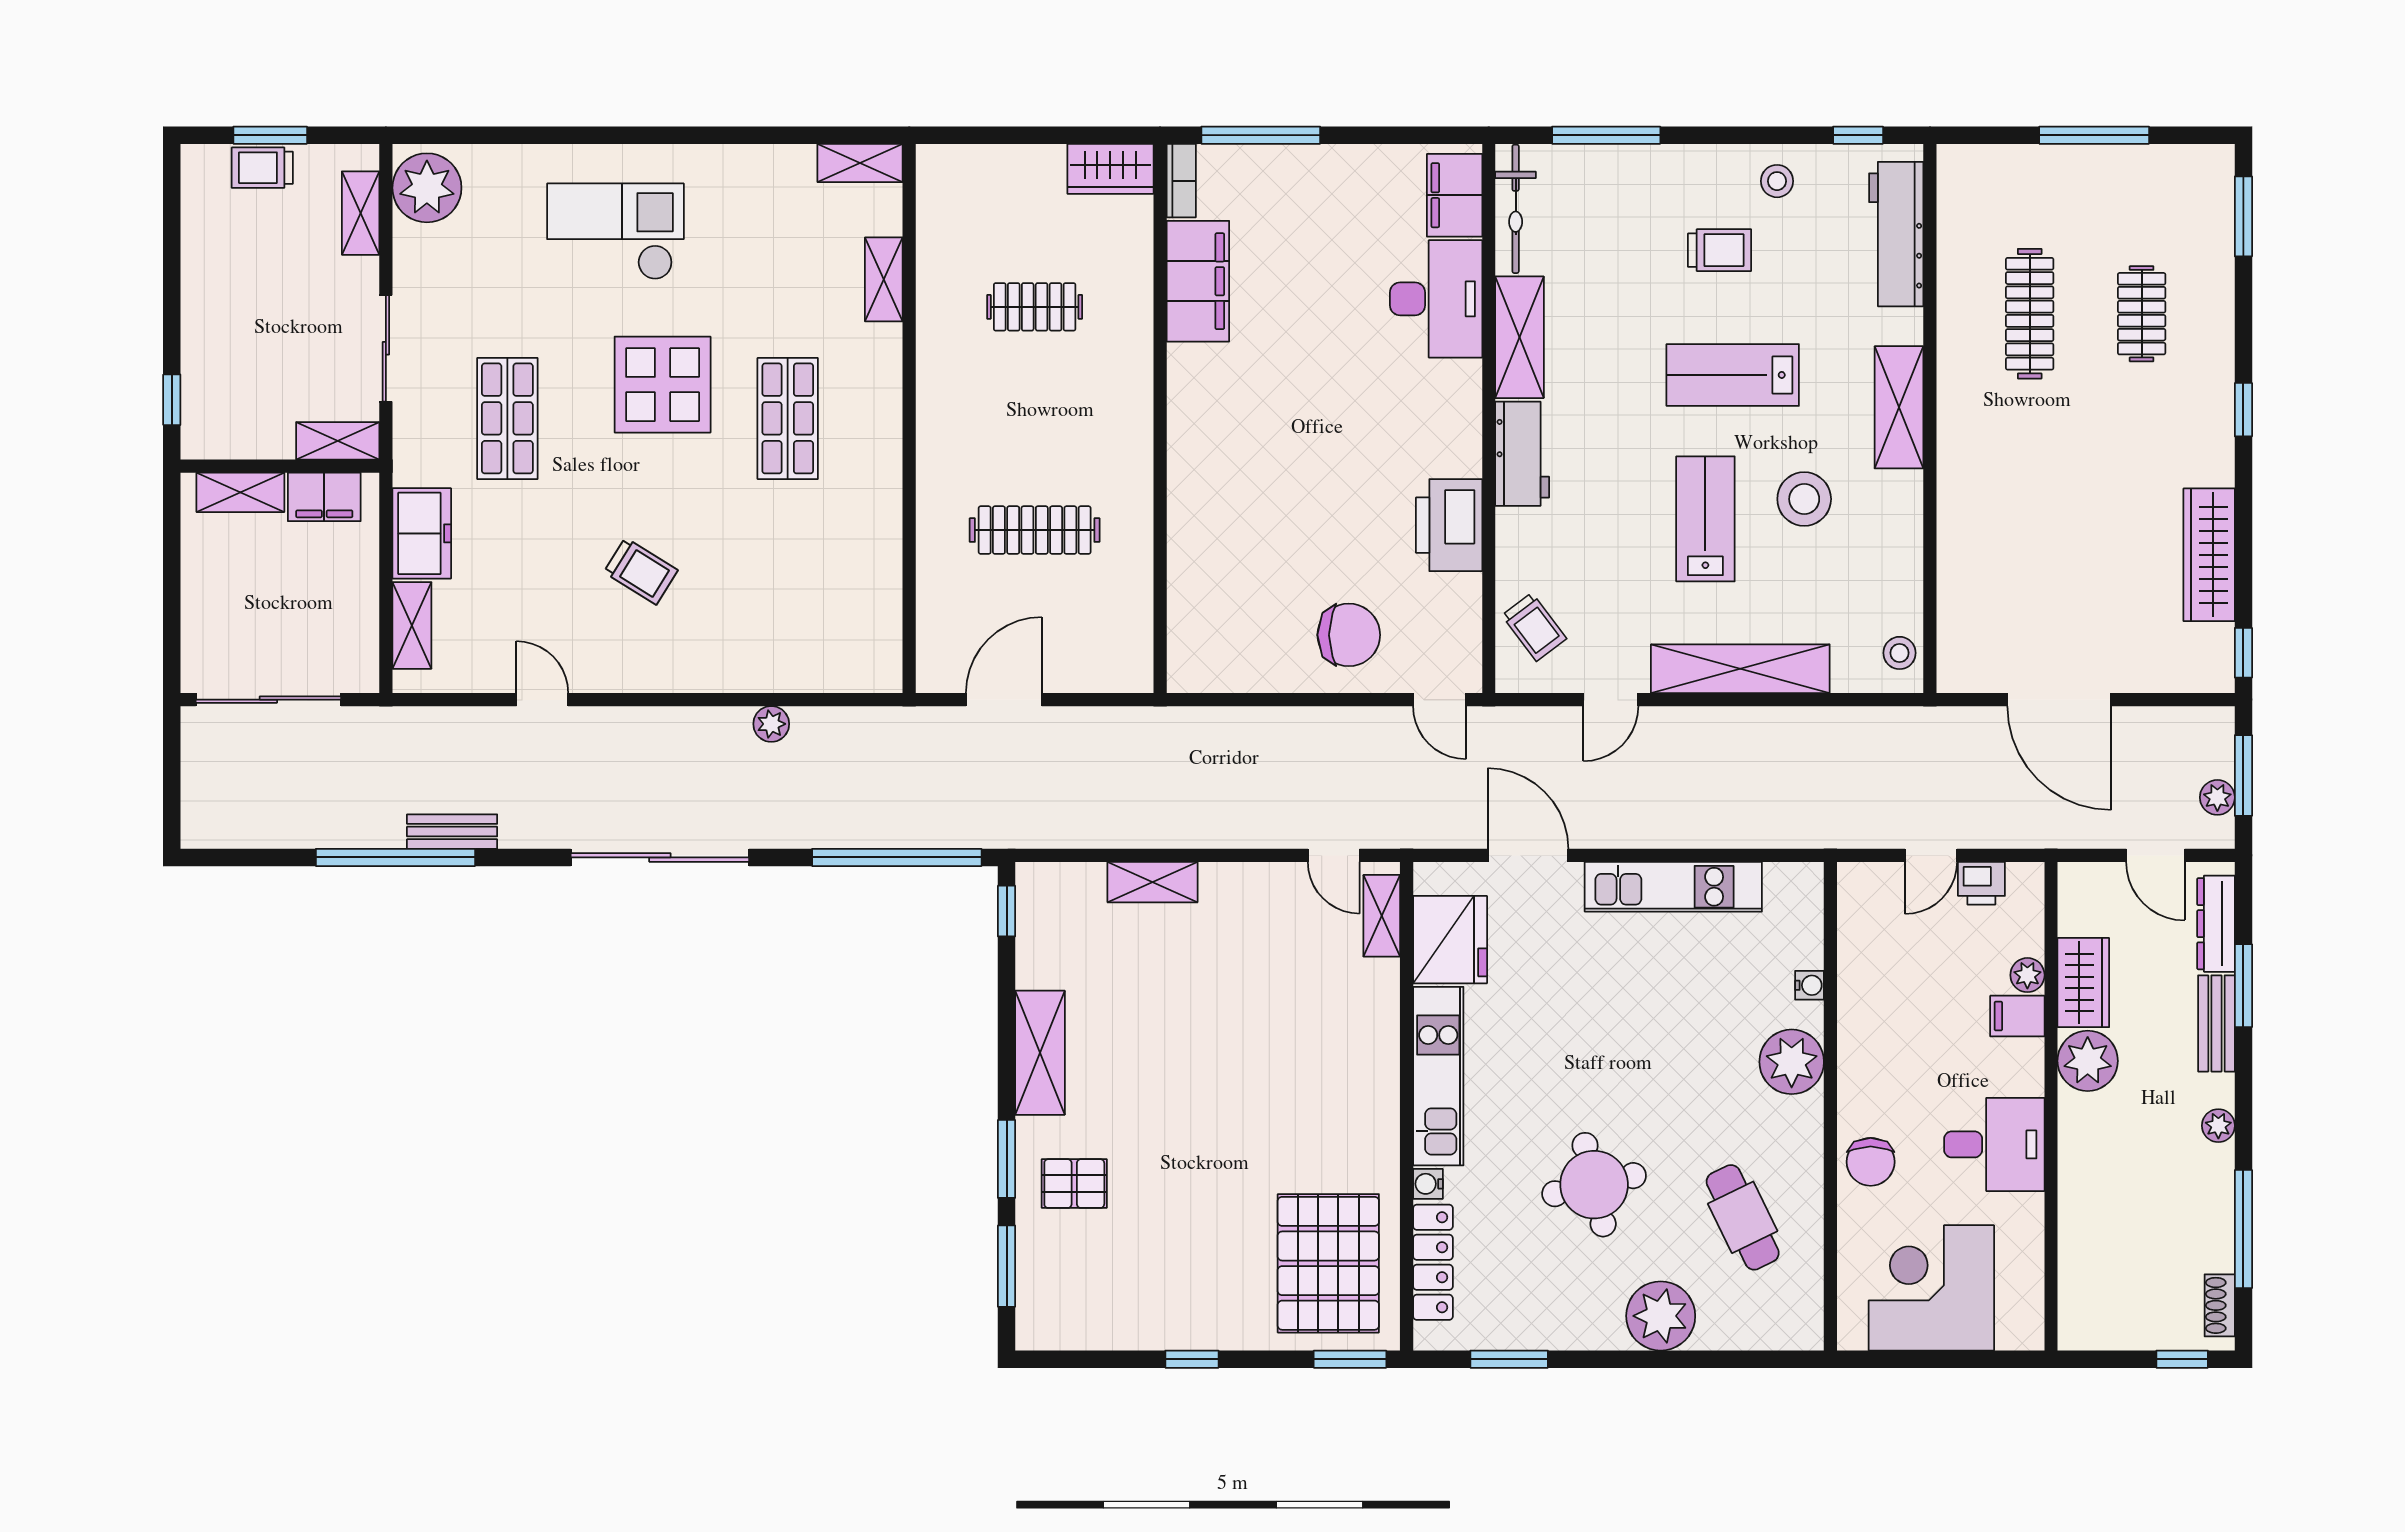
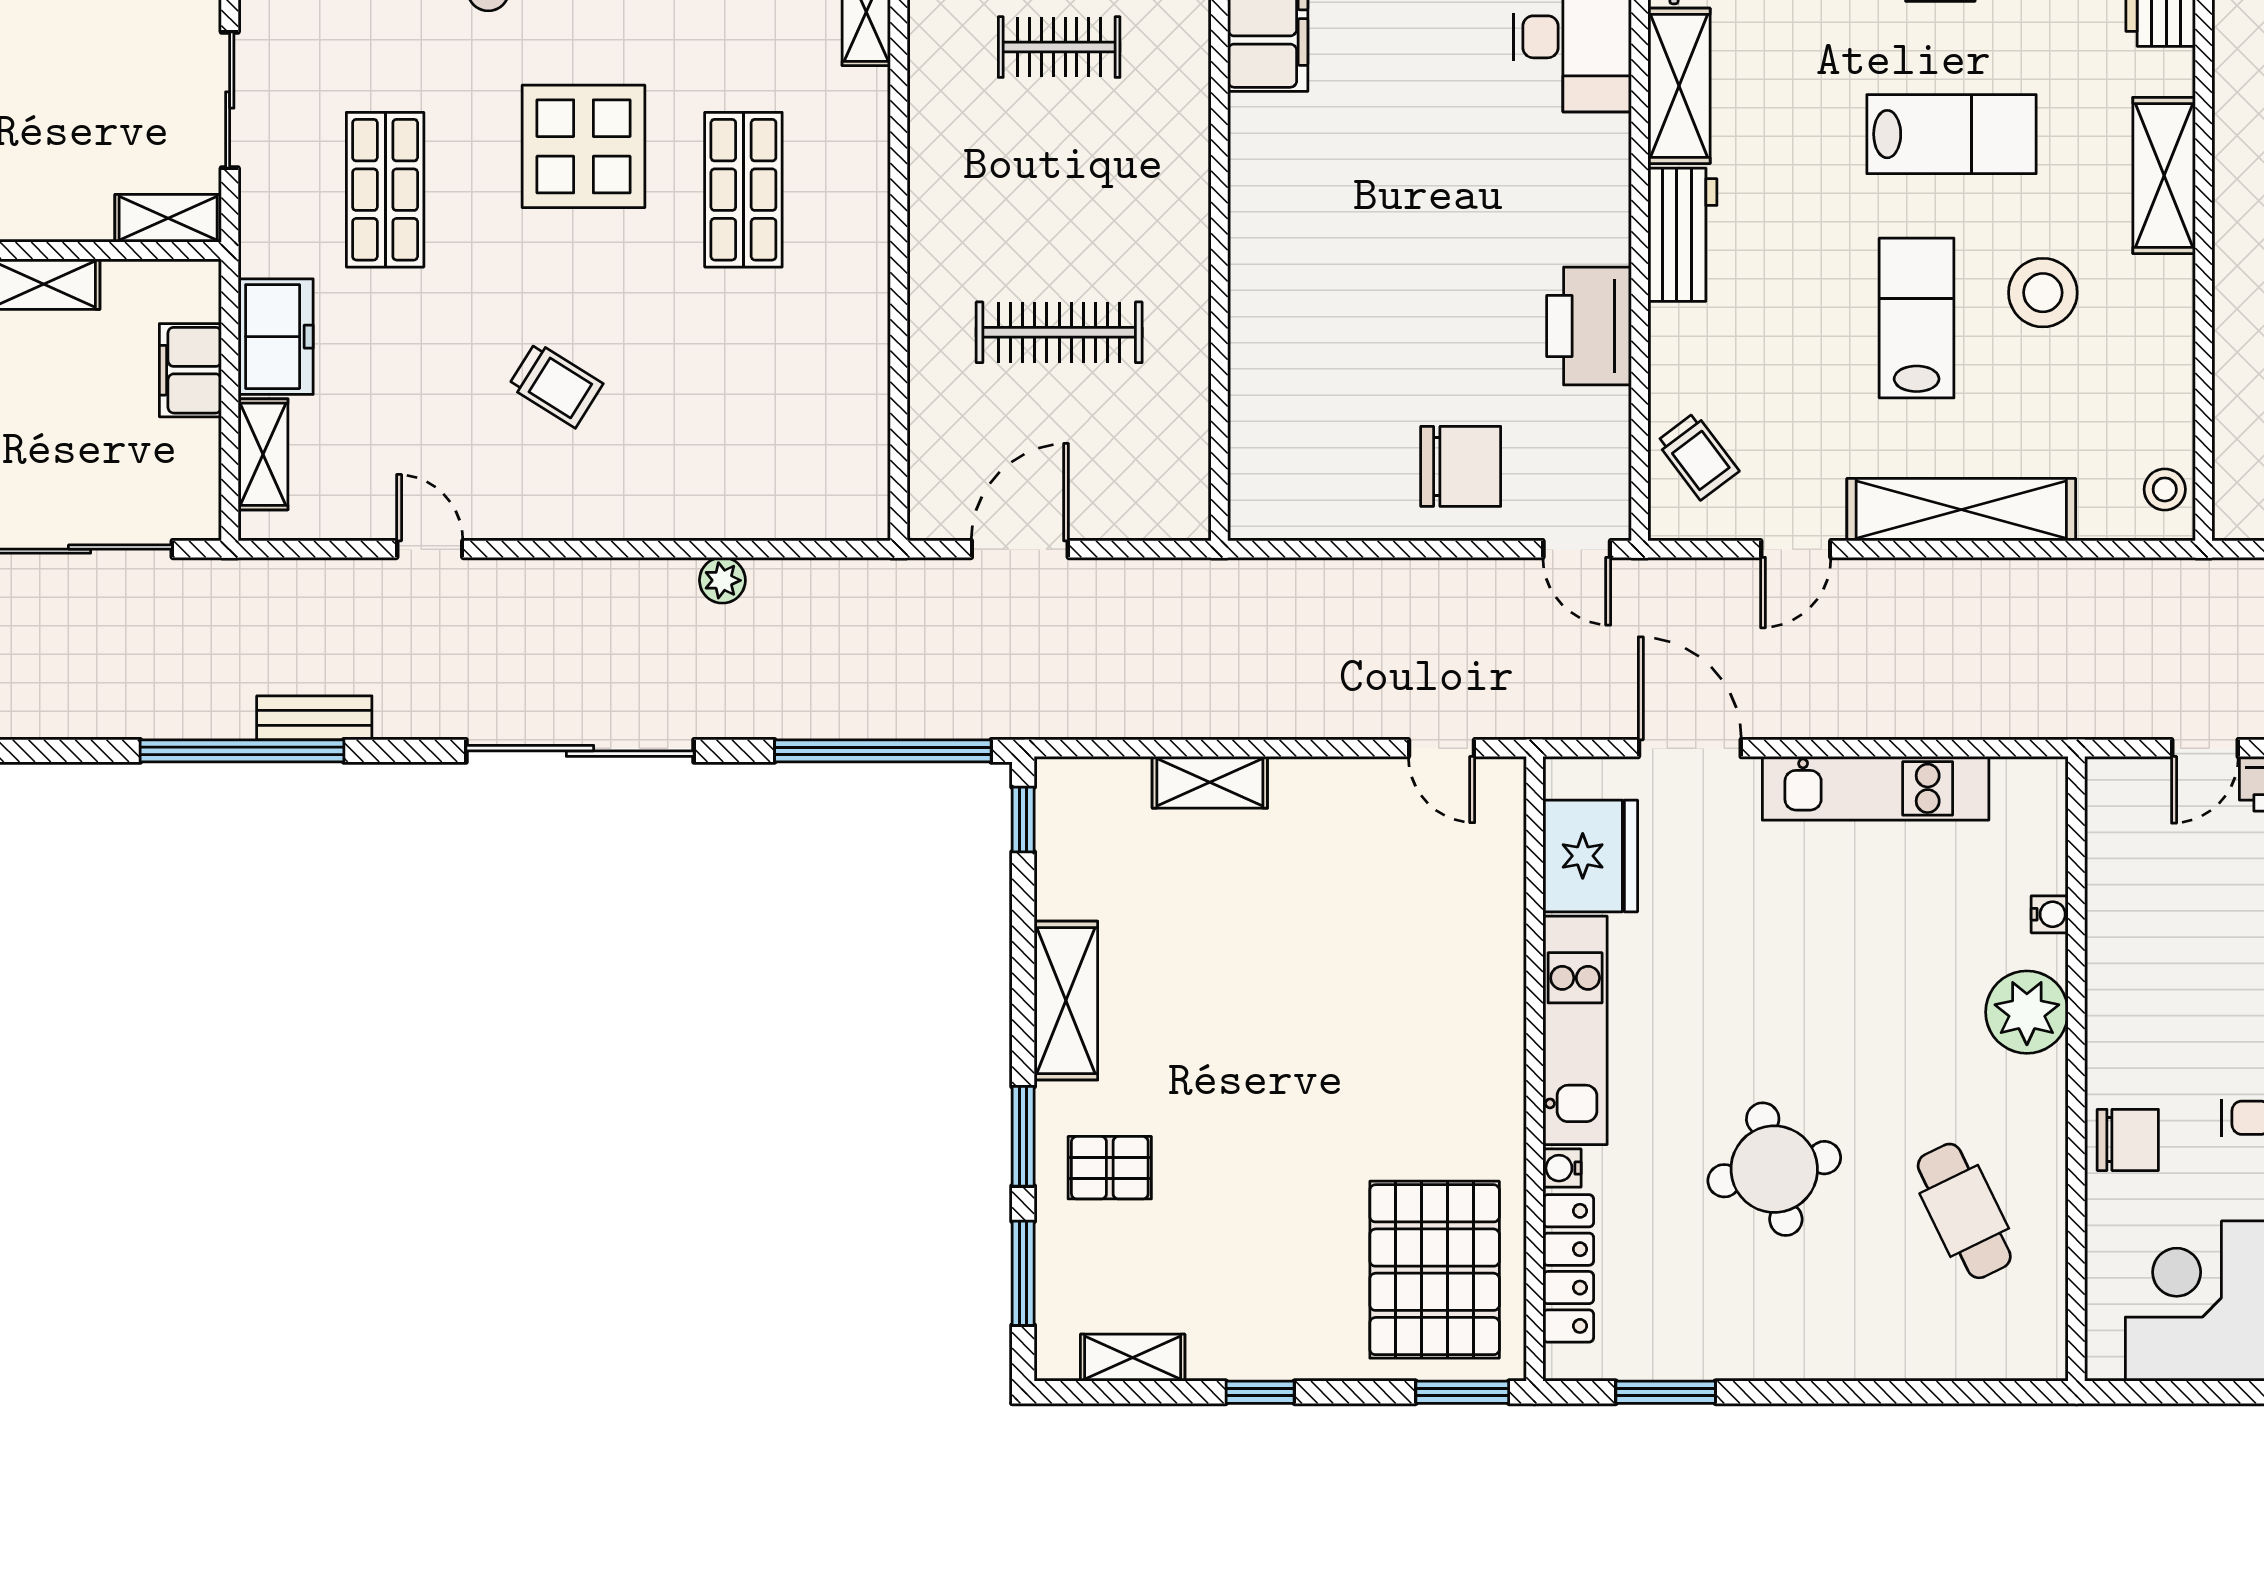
lab bench: (1733, 375) -> (1952, 134), turned 180
filing cabinet: (324, 497) -> (190, 370), moved, turned 90
shelving: (1382, 916) -> (1133, 1358), moved, turned 90
chair: (1871, 1162) -> (2128, 1140), turned -90
plant: (1661, 1316) -> (1859, 1337), removed

